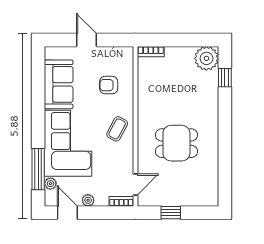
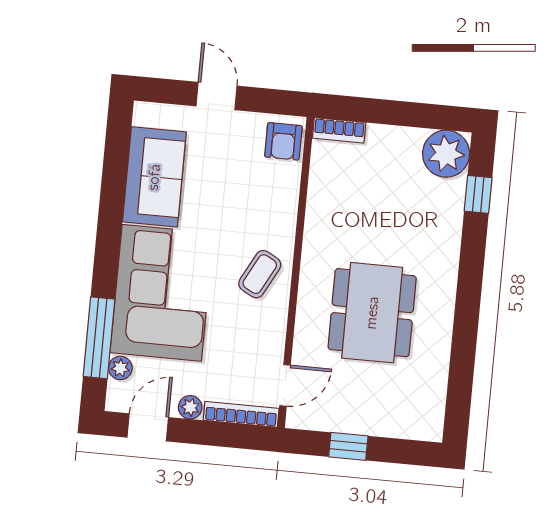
armchair: (109, 85) -> (283, 141), moved, turned -90
dining table: (176, 143) -> (372, 313), width x1.38
bookcase: (121, 201) -> (241, 414), width x1.56
door: (67, 213) -> (148, 427), hinge flipped

